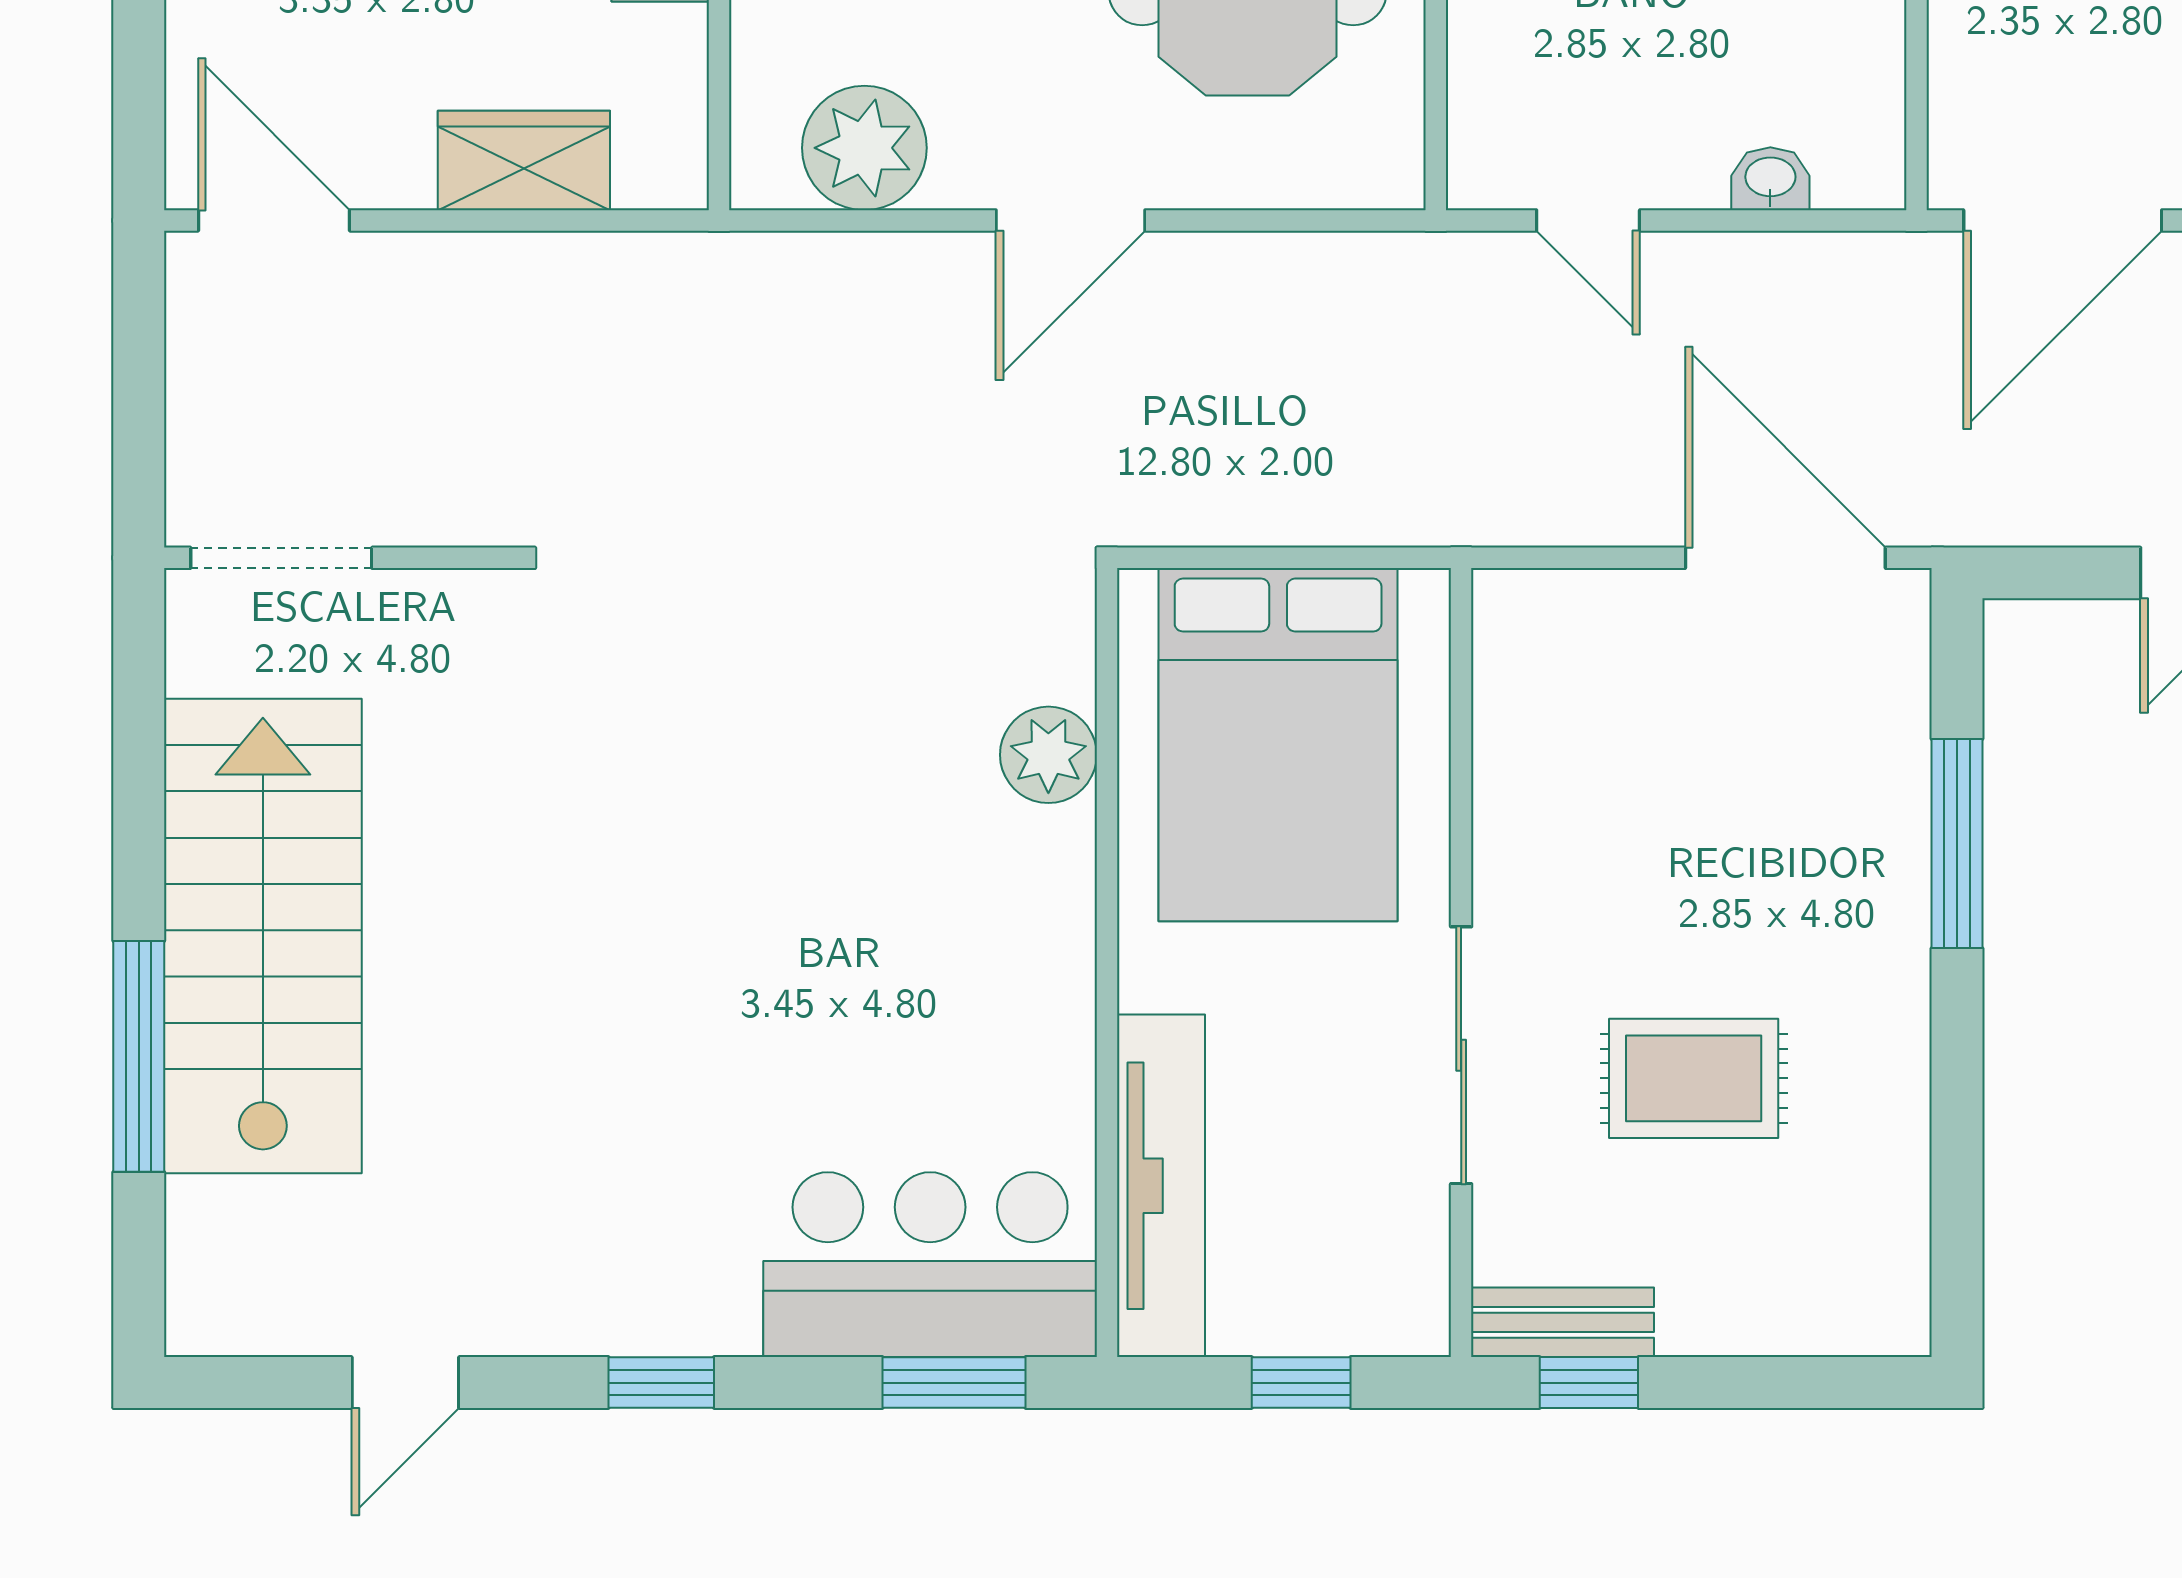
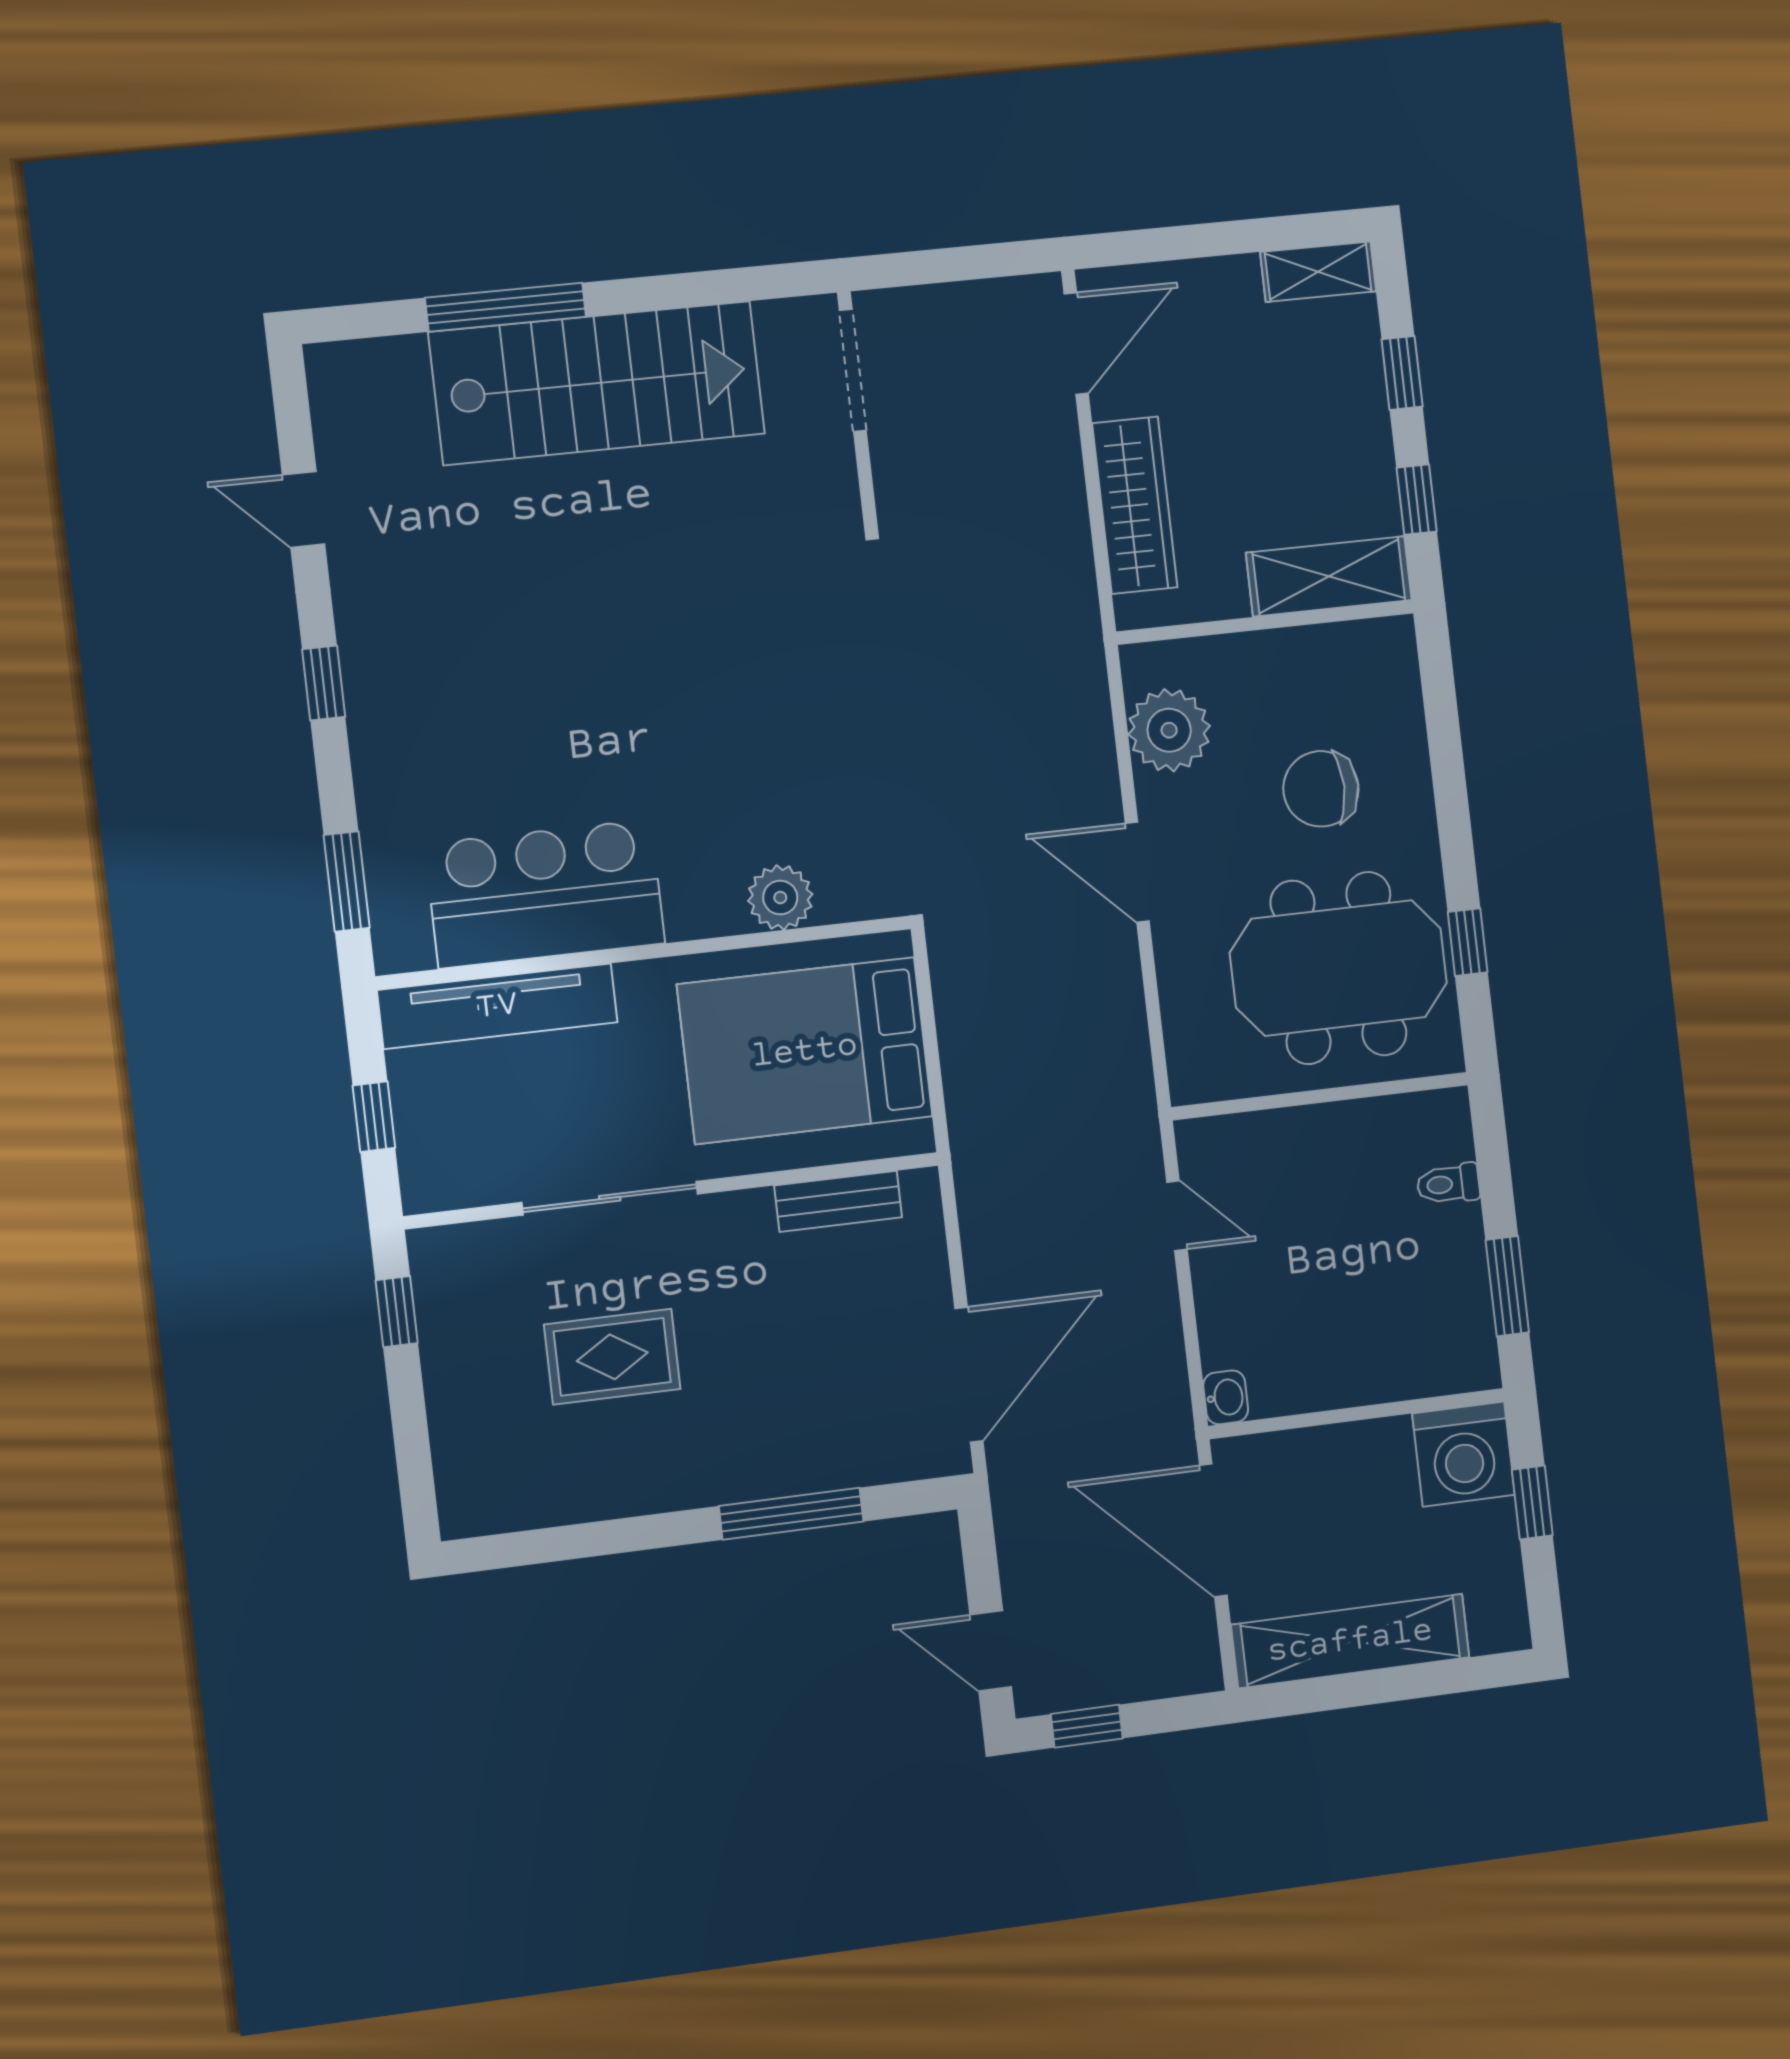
wardrobe: (524, 160) -> (1135, 505), width x1.50
washbasin: (1770, 179) -> (1226, 1397), moved
door: (1588, 220) -> (1177, 1216), swing flipped
rug: (1694, 1078) -> (612, 1357), turned 90
bar counter: (930, 1265) -> (545, 894), moved, turned -90
bench: (1563, 1322) -> (838, 1201), moved, turned 90

